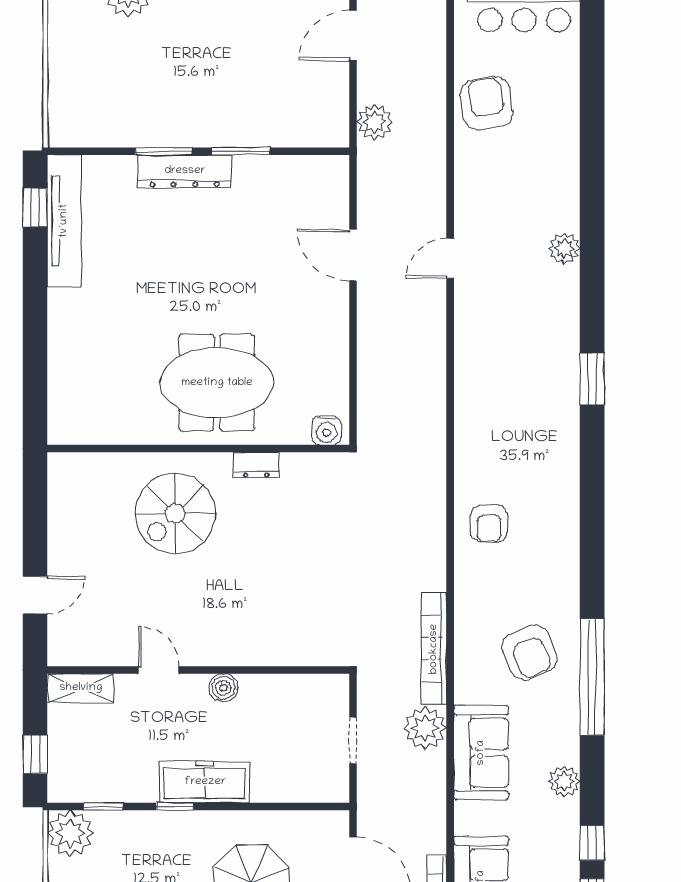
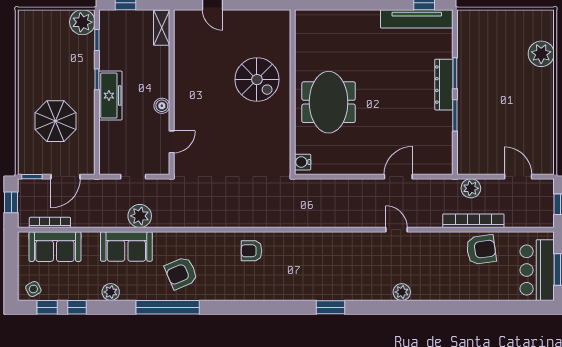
dresser: (256, 465) -> (284, 124), removed
spiral stairs: (175, 514) -> (257, 80), turned 180
bookcase: (434, 649) -> (473, 221), moved
door: (159, 670) -> (172, 142), moved

